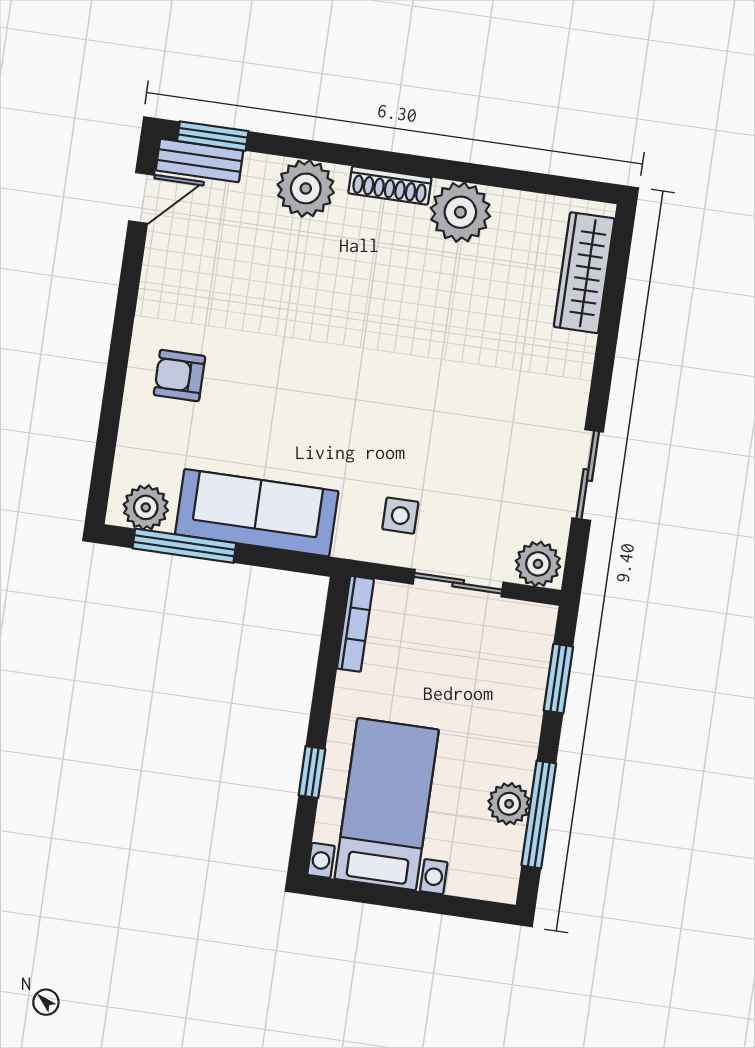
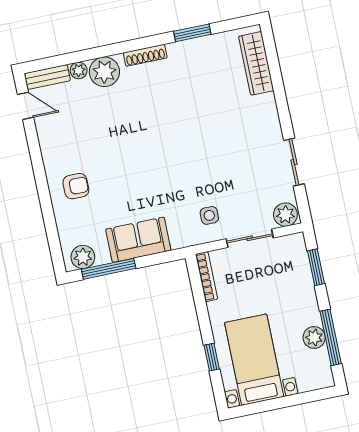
window: (213, 136) -> (192, 33), moved
door: (142, 198) -> (26, 106), hinge flipped
plant: (460, 212) -> (79, 70), moved, width x0.53, depth x0.53
armchair: (179, 376) -> (76, 186), turned 180
sofa: (257, 513) -> (138, 240), width x0.73

